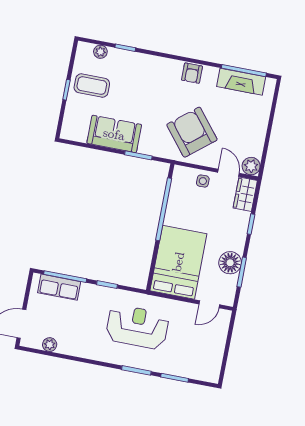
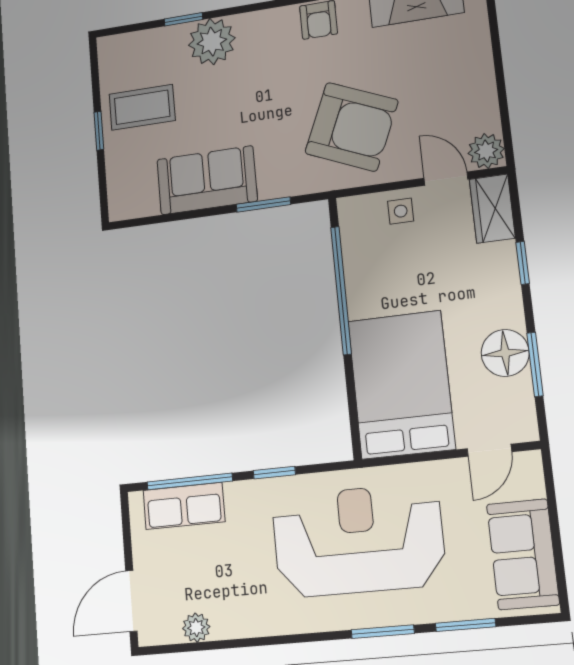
plant: (100, 52) -> (212, 42), moved, width x1.88, depth x1.88
armchair: (192, 132) -> (351, 127), turned 152
reception desk: (137, 327) -> (358, 540), width x1.36, depth x1.30
sofa: (210, 354) -> (523, 554), added

